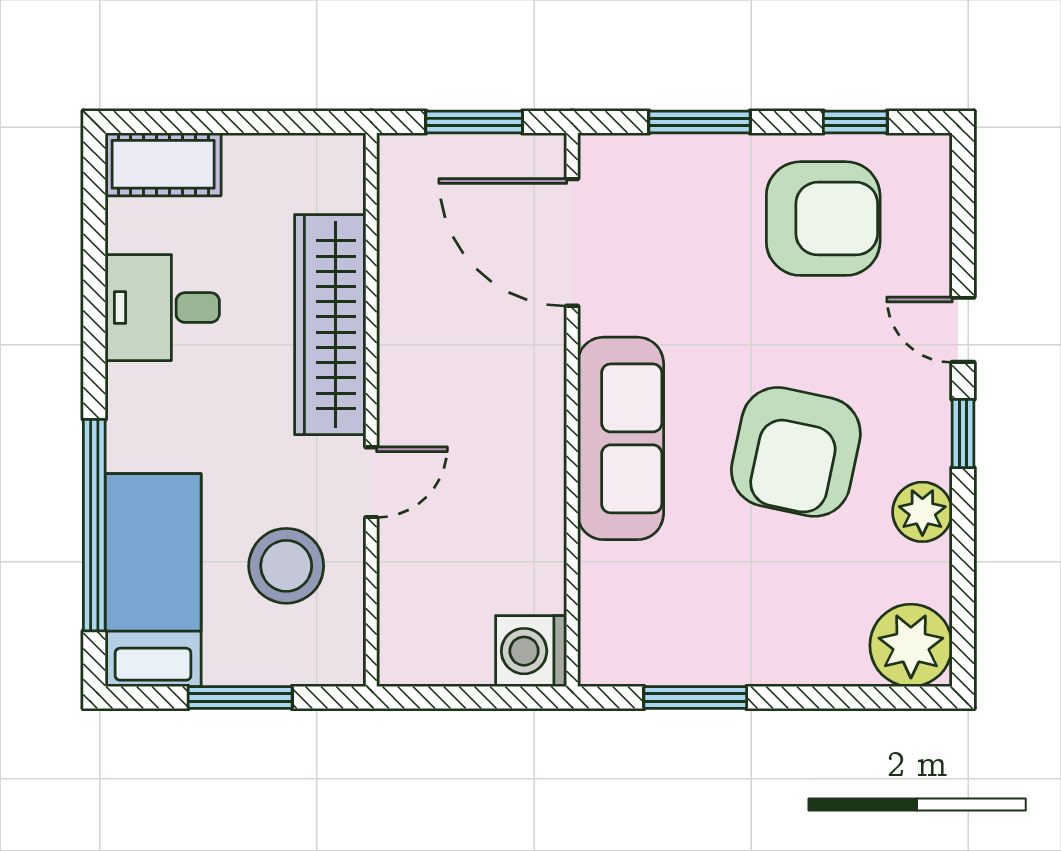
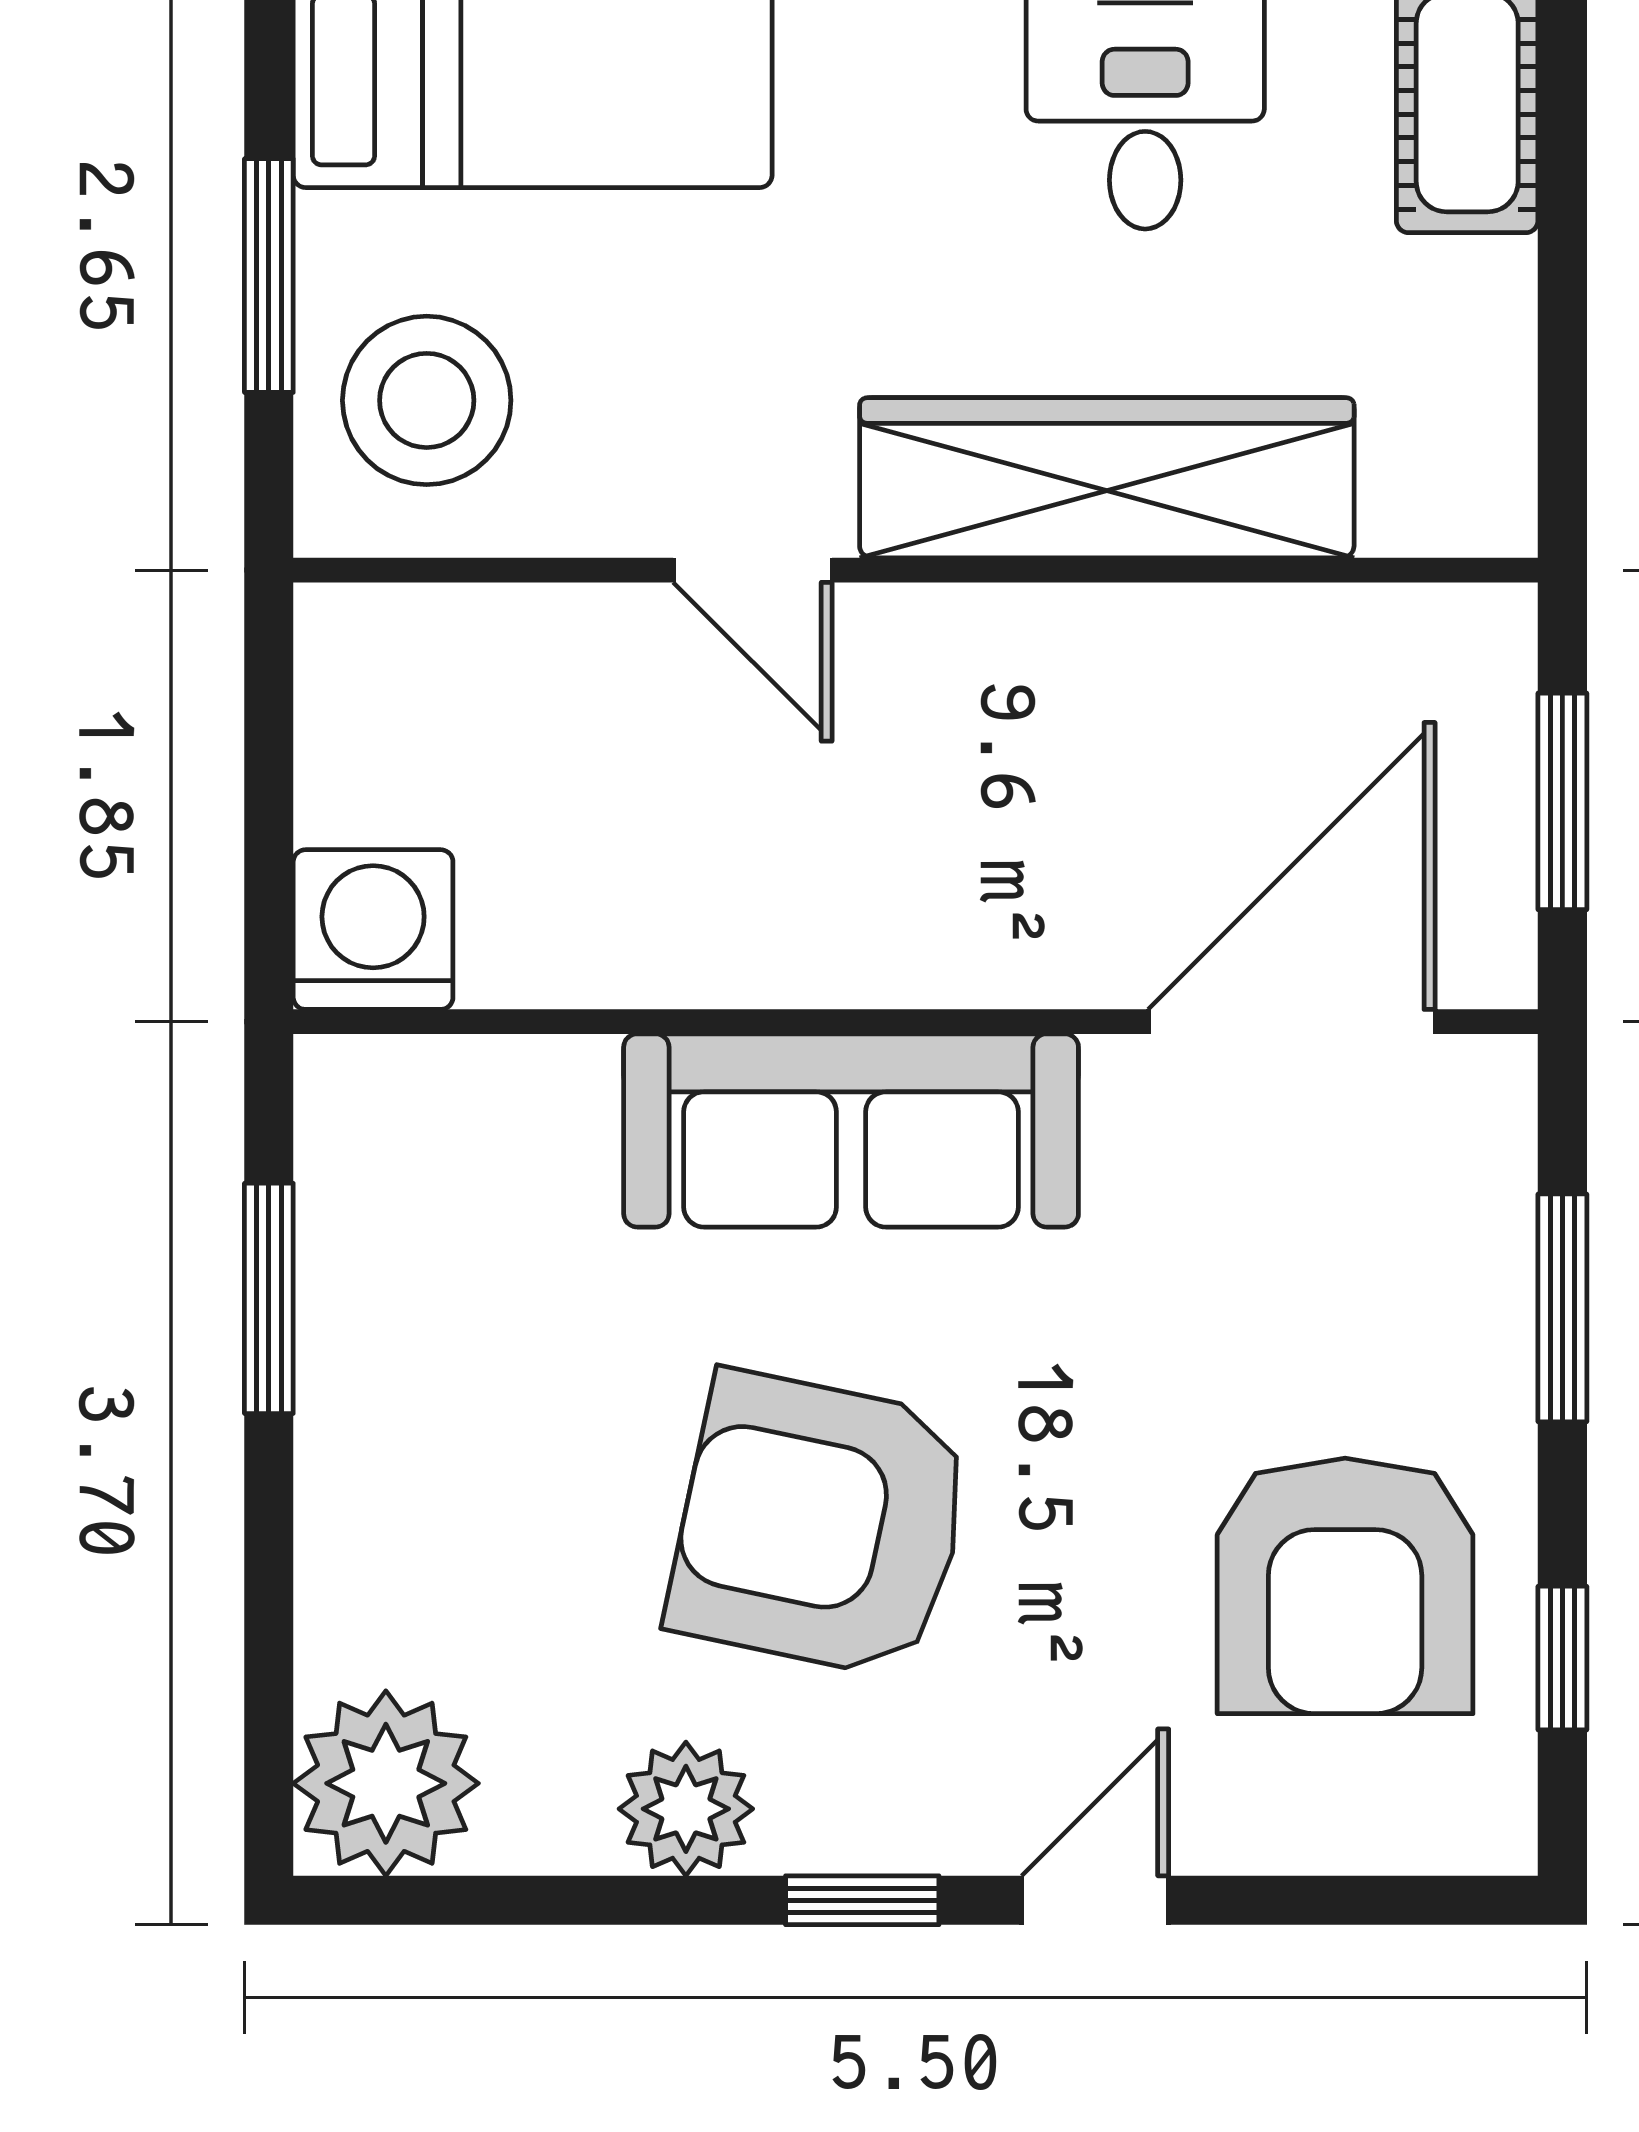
stool: (286, 566) -> (427, 400), moved

